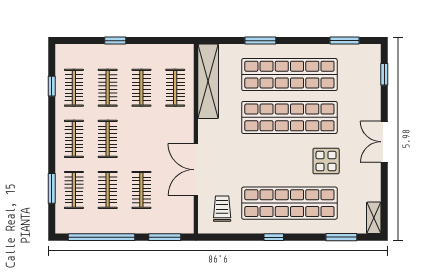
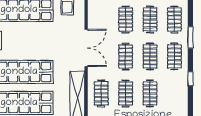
window: (52, 86) -> (190, 79), moved
clothes rail: (74, 88) -> (126, 56), moved
double door: (196, 170) -> (86, 48), moved
window: (52, 188) -> (190, 37), moved

